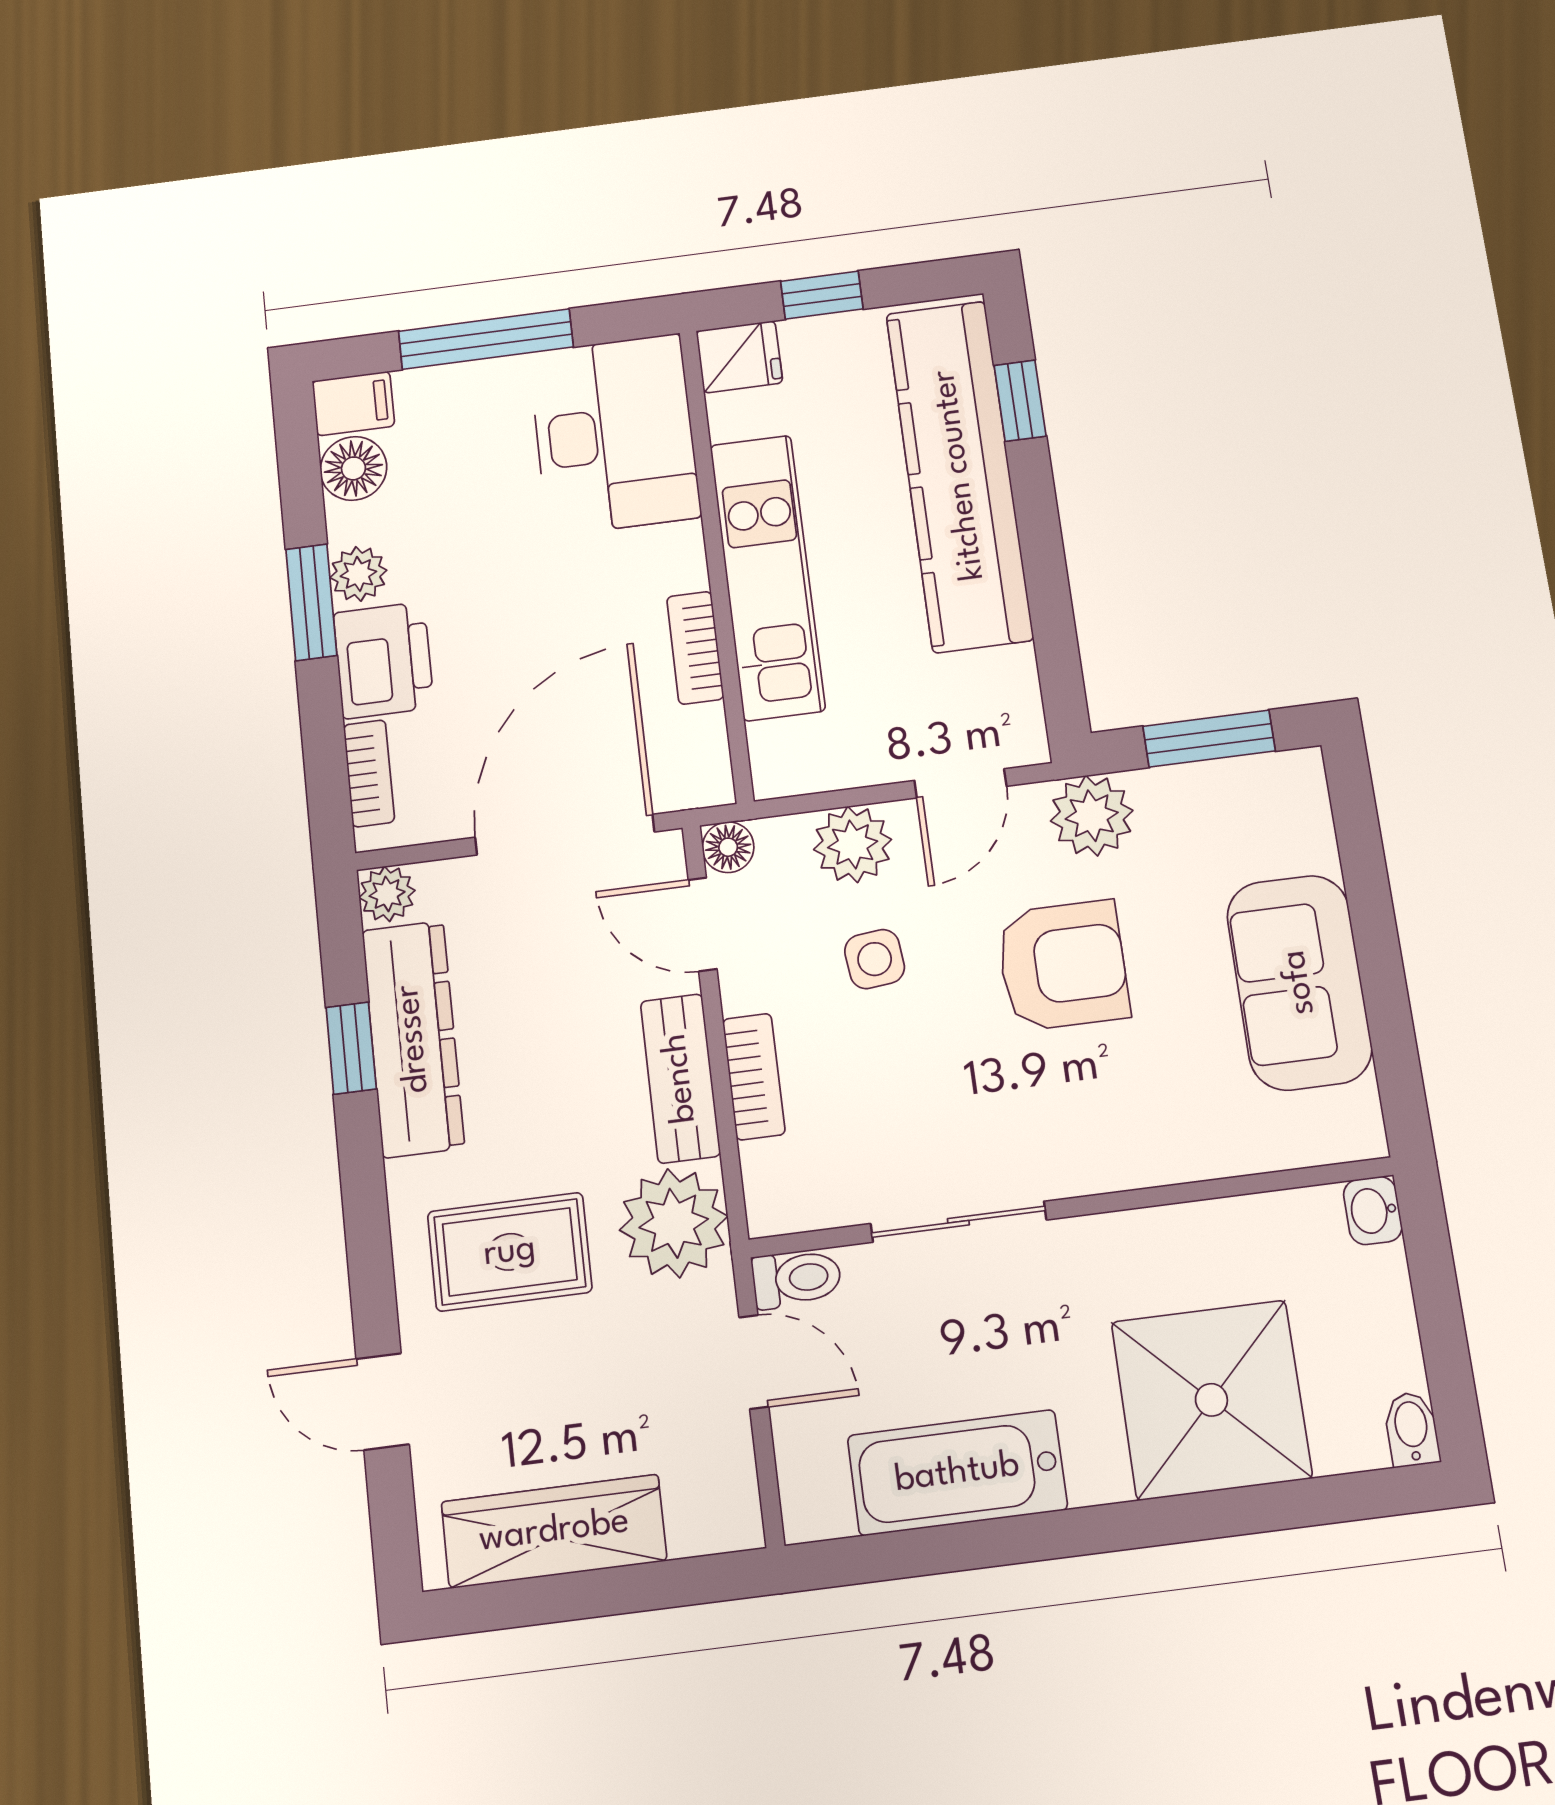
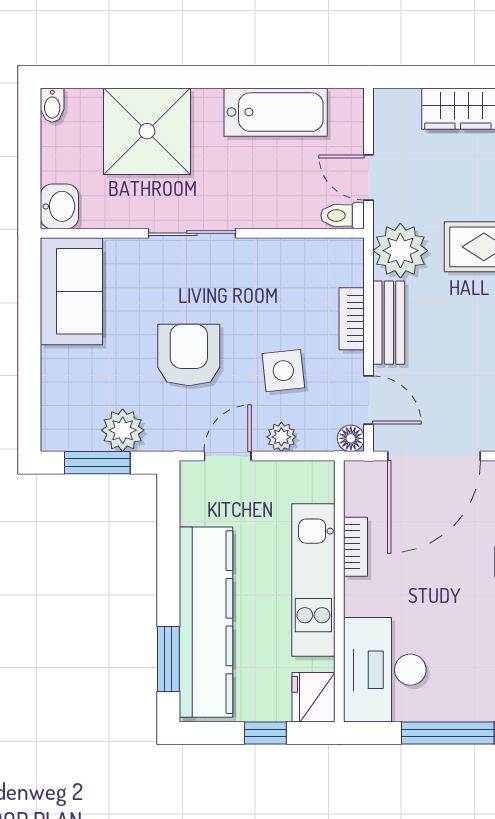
fridge: (739, 357) -> (314, 697), width x1.38
window: (1020, 401) -> (168, 659), width x1.50
plant: (1092, 816) -> (123, 430), moved
plant: (853, 844) -> (281, 437), width x0.73, depth x0.73
side table: (875, 959) -> (283, 371), width x1.37, depth x1.37
armchair: (1063, 965) -> (189, 355), turned 90
sofa: (1299, 982) -> (71, 291), moved
washbasin: (1373, 1211) -> (59, 206), width x1.38, depth x1.45
sliding door: (958, 1222) -> (192, 233), moved

